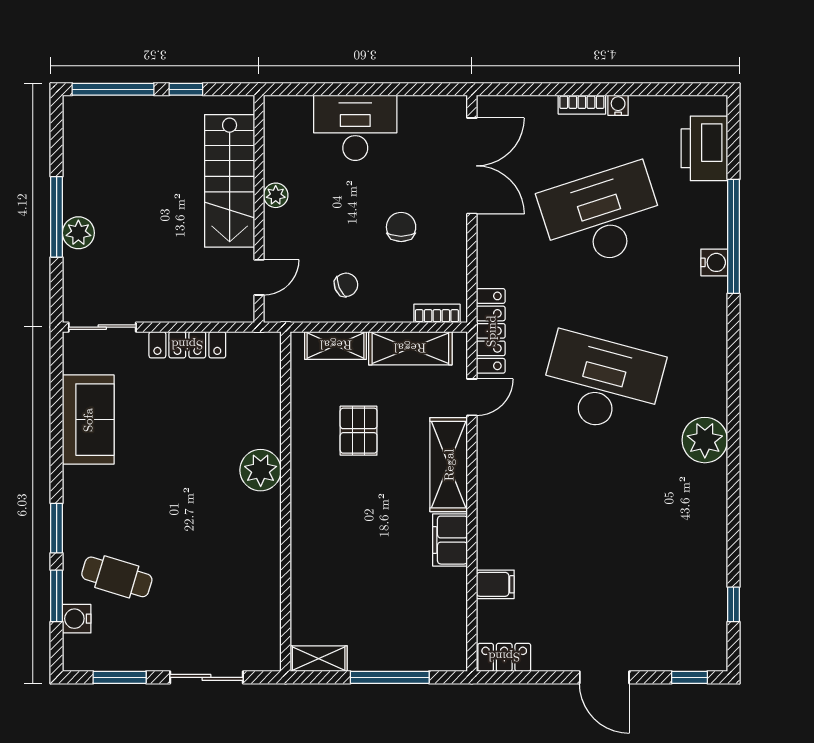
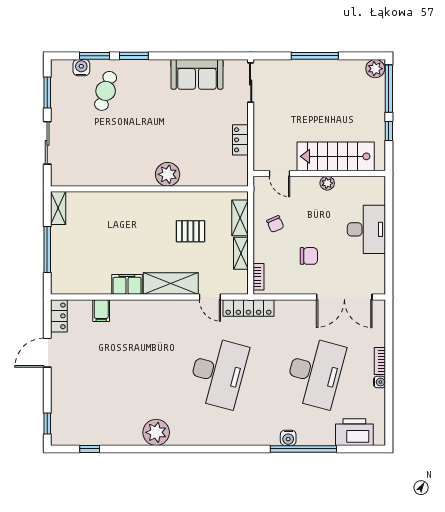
desk: (602, 216) -> (315, 373), turned 33
plant: (78, 233) -> (375, 69), moved
locker: (187, 345) -> (240, 140), width x0.66
shelving: (410, 348) -> (241, 253), width x0.67, depth x0.75
plant: (705, 440) -> (156, 432), moved
door: (604, 677) -> (47, 353), moved

